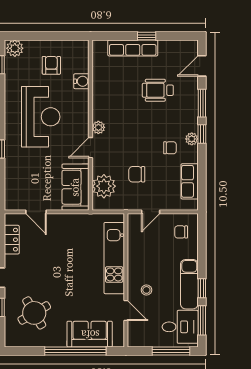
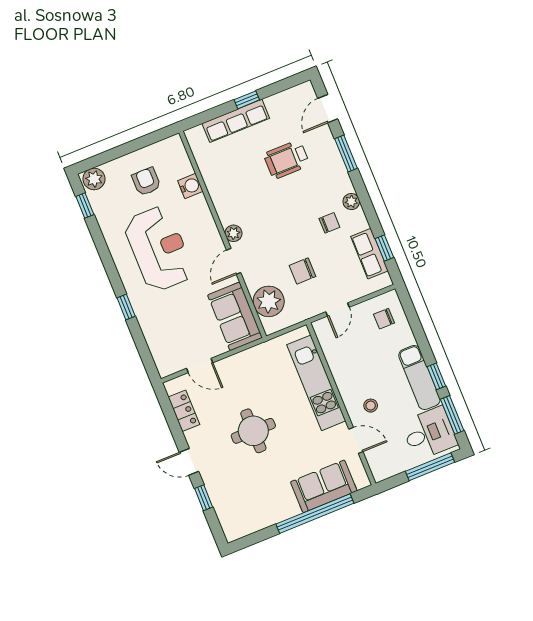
window: (202, 134) -> (384, 248), moved
round table: (34, 313) -> (253, 431), moved, turned 30

